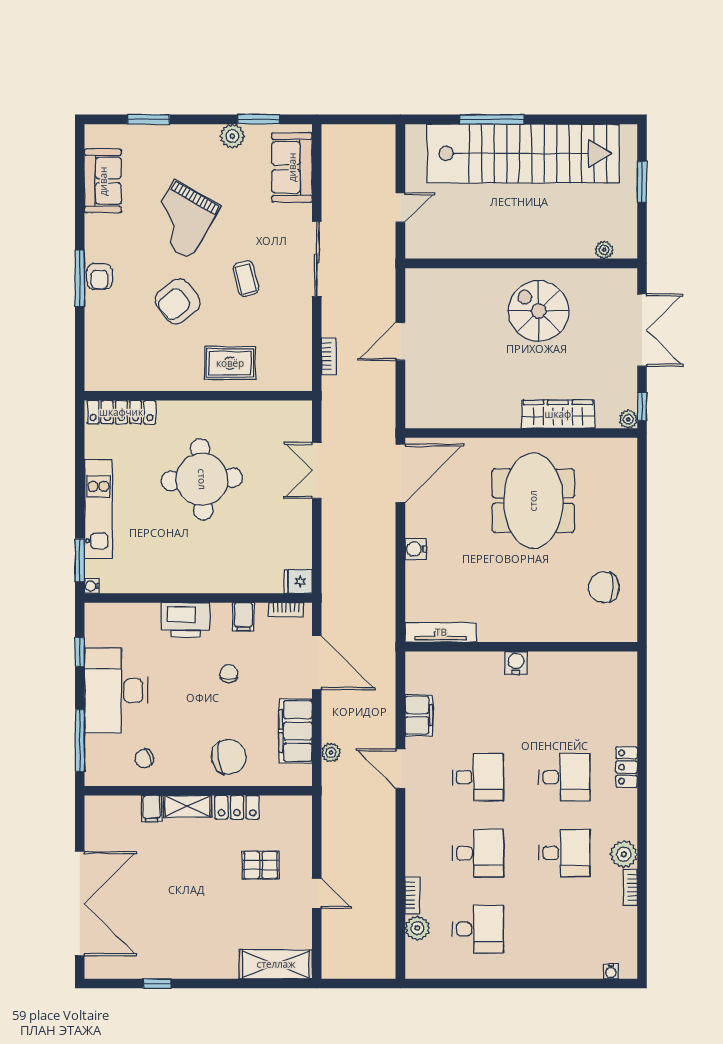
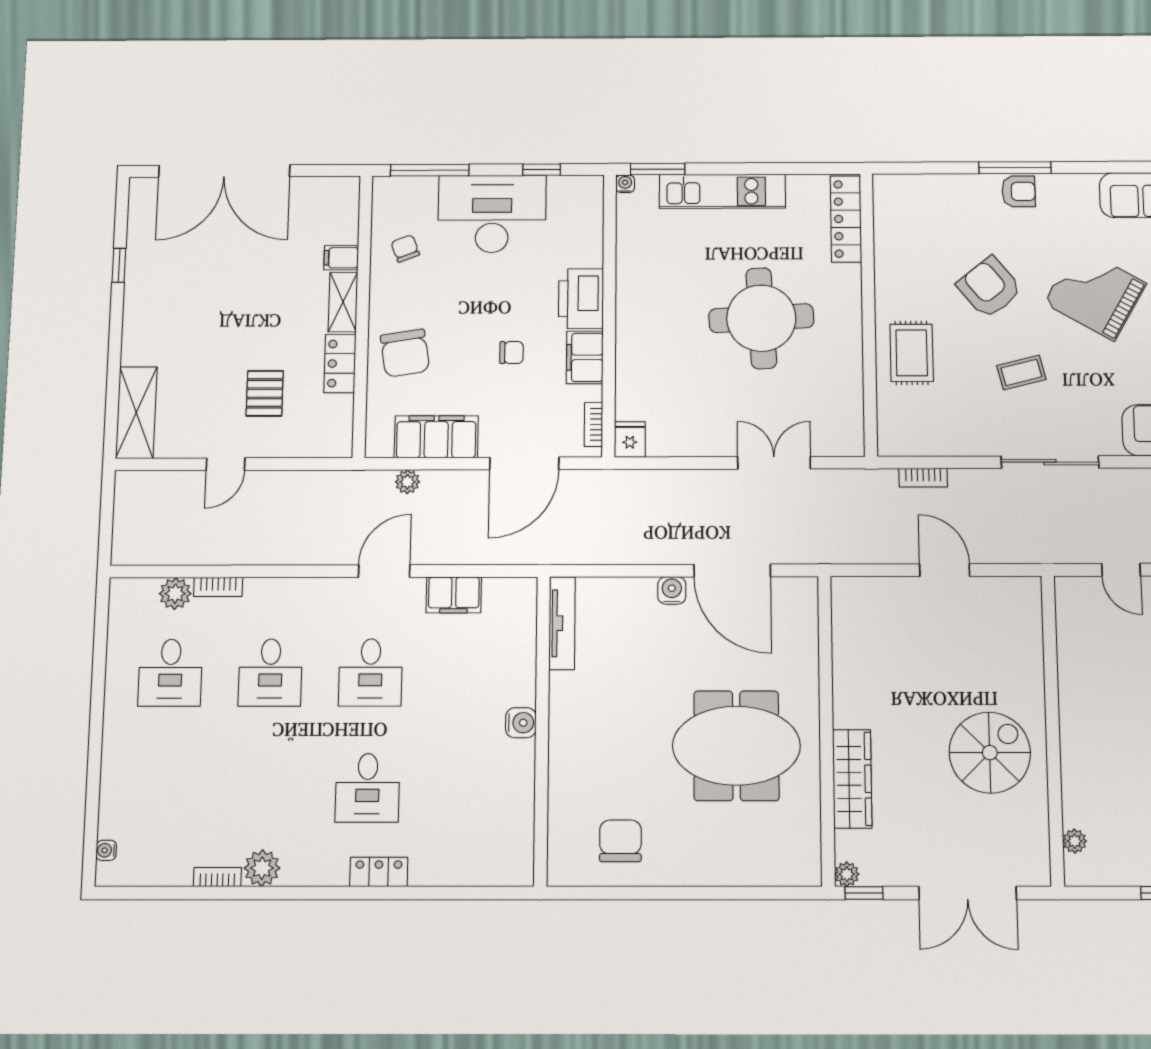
armchair: (99, 276) -> (1019, 191), turned 180
door: (400, 473) -> (732, 570), moved
filing cabinet: (243, 617) -> (585, 357), width x2.00
desk: (565, 853) -> (266, 788), removed

